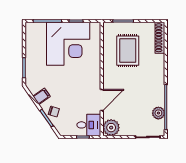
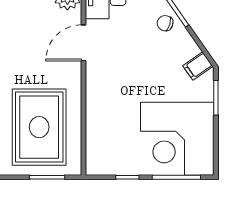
corner desk: (68, 44) -> (177, 139), moved, turned -90
rug: (128, 51) -> (39, 127), width x1.37, depth x1.44
filing cabinet: (42, 96) -> (198, 66), moved

